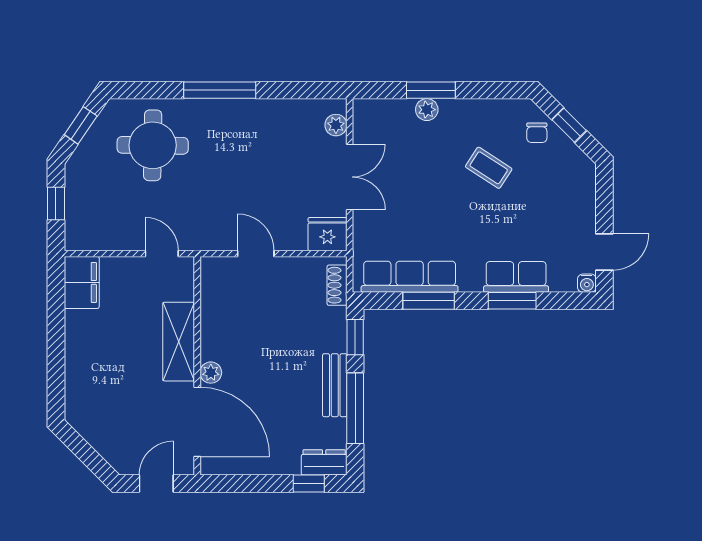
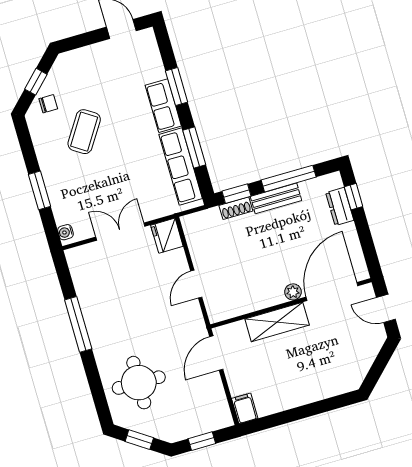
window: (220, 90) -> (78, 324), moved
plant: (427, 110) -> (55, 189), removed
plant: (336, 125) -> (85, 253), removed
coffee table: (489, 168) -> (84, 132), width x1.36, depth x1.30
door: (162, 254) -> (216, 353), width x1.37
row of seats: (516, 277) -> (163, 106), moved
filing cabinet: (82, 282) -> (245, 408), width x0.50
water cooler: (587, 283) -> (66, 232), moved, turned 180
shoe rack: (337, 285) -> (236, 208), moved
dresser: (324, 462) -> (340, 206), moved

